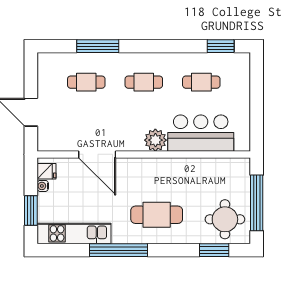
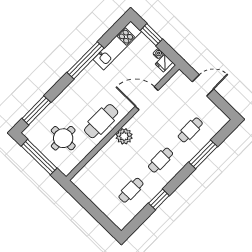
window: (221, 46) -> (159, 199), moved
bar counter: (201, 133) -> (105, 164), removed
cafe table: (157, 215) -> (101, 121), moved
round table: (225, 219) -> (63, 138), moved
window: (214, 250) -> (36, 110), width x1.44

